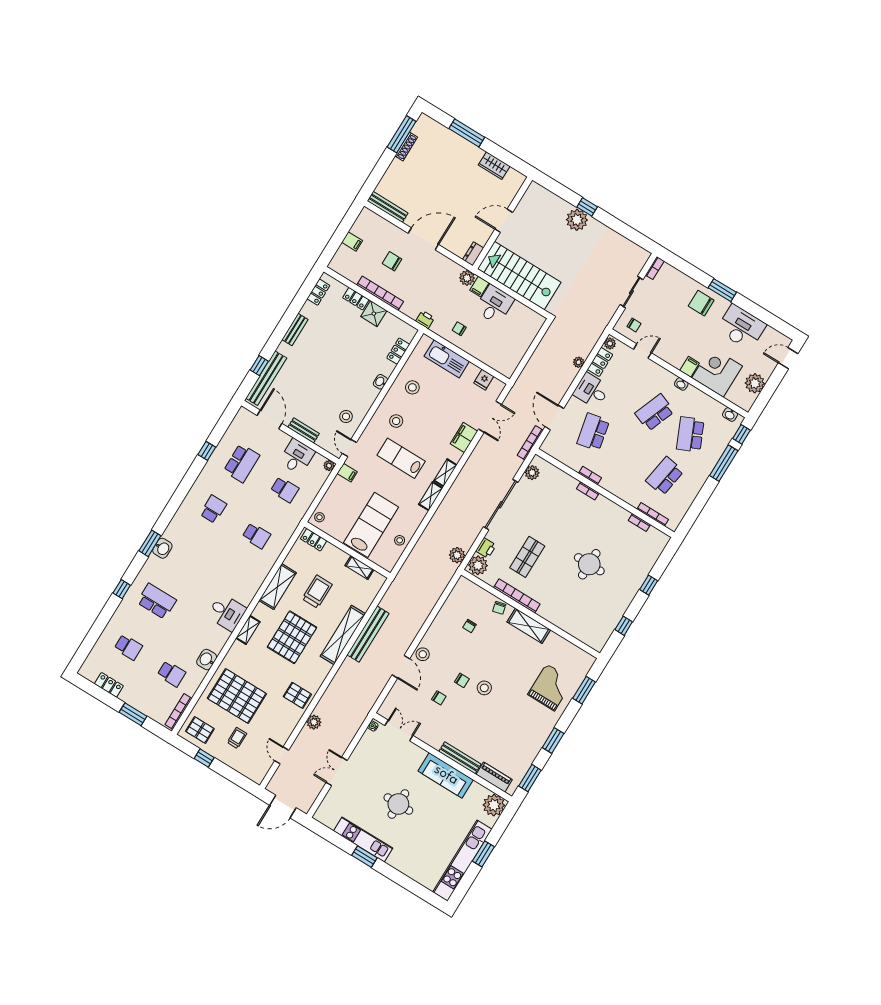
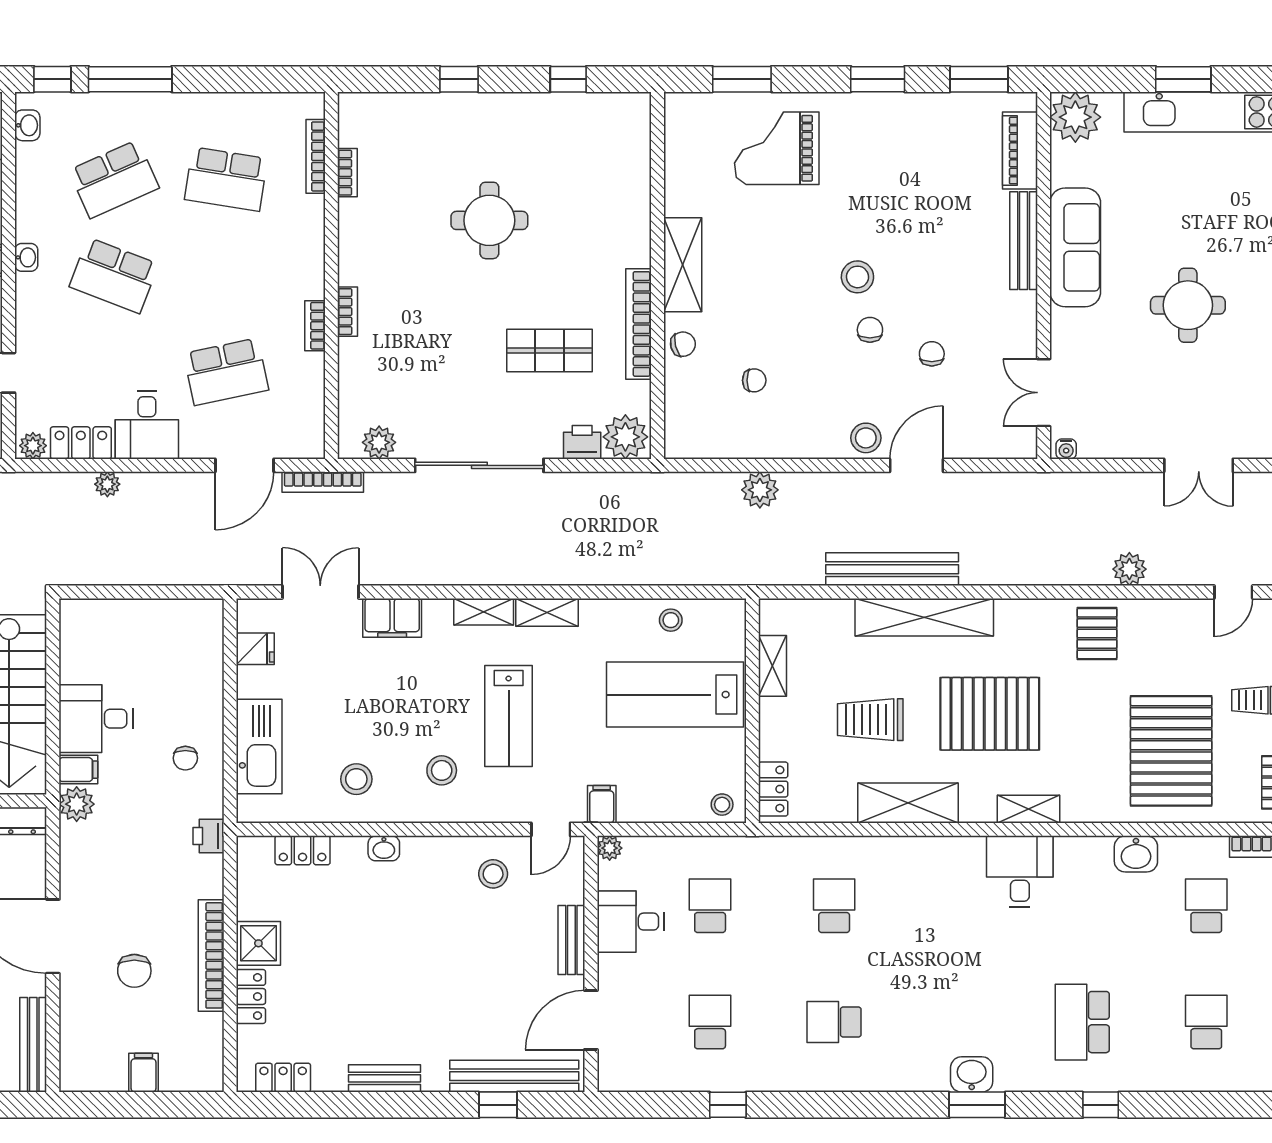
school desk: (242, 463) -> (710, 1022), width x0.54
plant: (457, 555) -> (760, 490), moved

